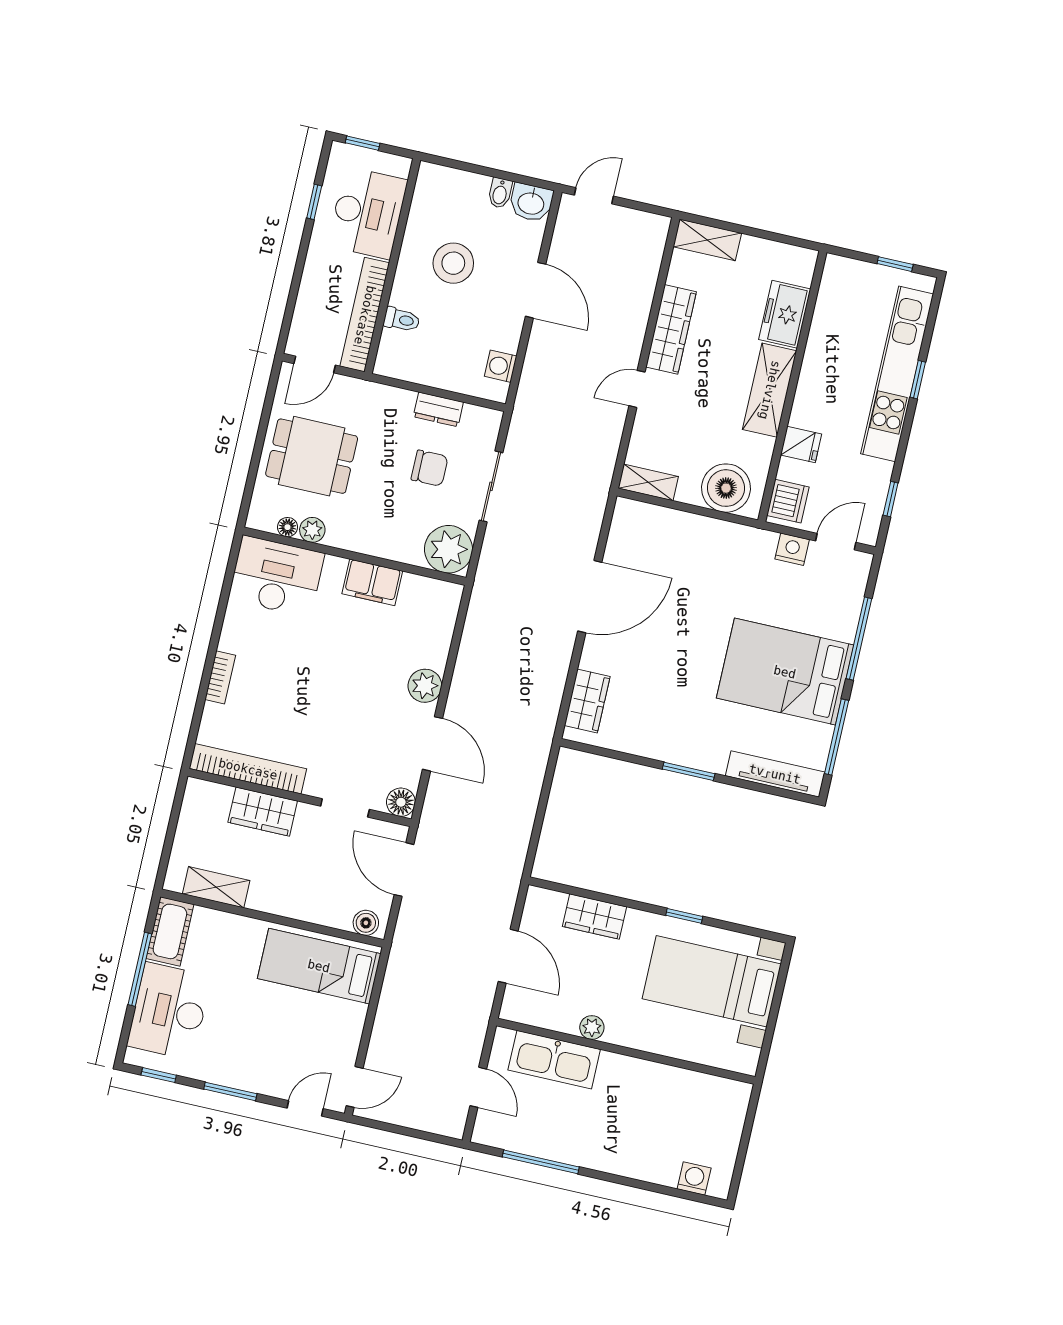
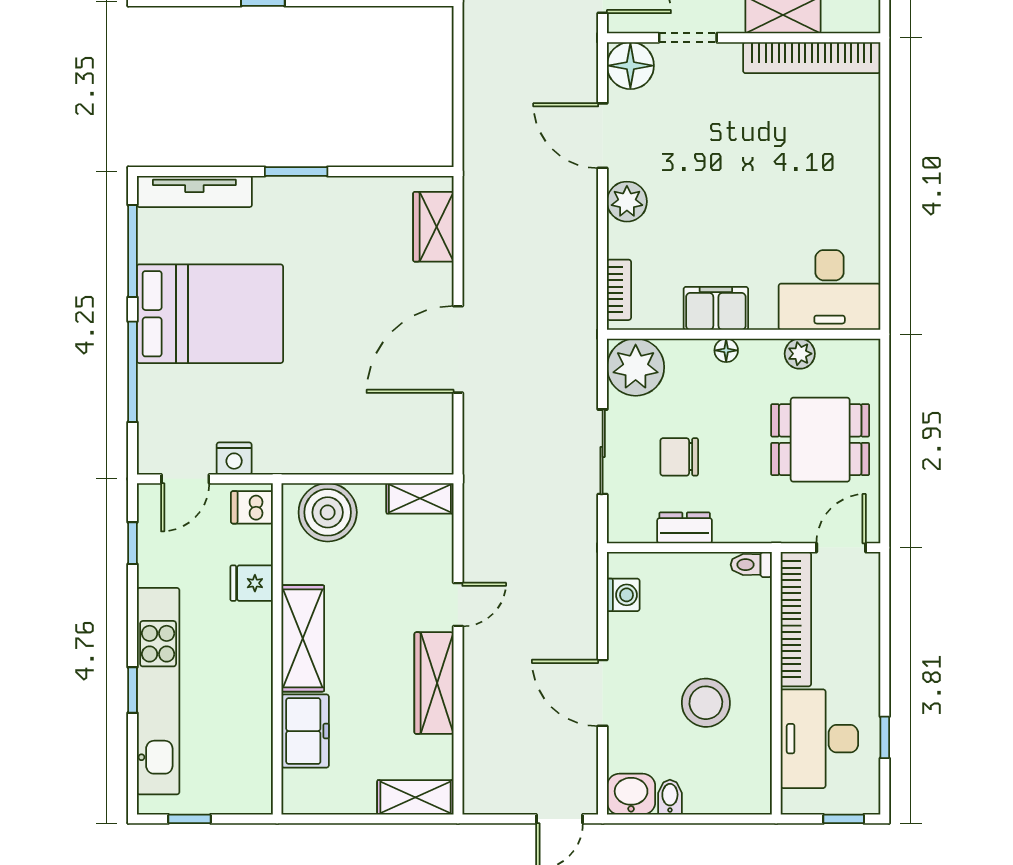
toilet: (402, 320) -> (751, 565), moved
dishwasher: (788, 501) -> (252, 507), width x0.73
floor lamp: (287, 527) -> (726, 350), moved
bookcase: (220, 677) -> (619, 290), moved, turned 180
floor lamp: (401, 802) -> (630, 66), width x1.38, depth x1.38

